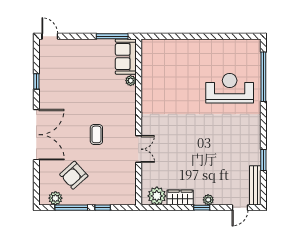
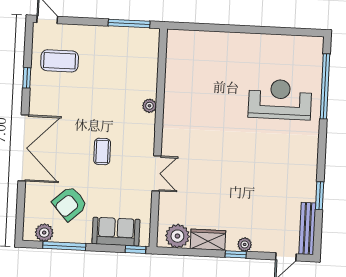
sofa: (126, 57) -> (116, 232), moved, turned 90
coffee table: (61, 67) -> (60, 61), added
plant: (131, 81) -> (149, 106), moved
window: (103, 208) -> (136, 249), moved

